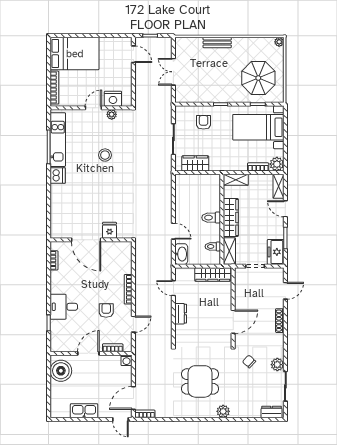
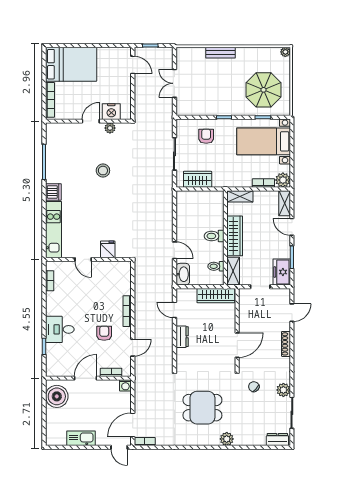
kitchen unit: (58, 140) -> (54, 230), moved
door: (86, 240) -> (83, 259), width x0.53

